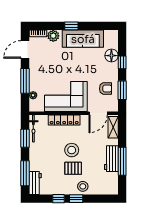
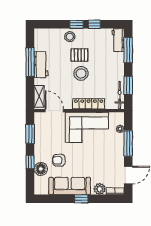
armchair: (106, 89) -> (59, 160), moved
door: (98, 113) -> (54, 111), hinge flipped

